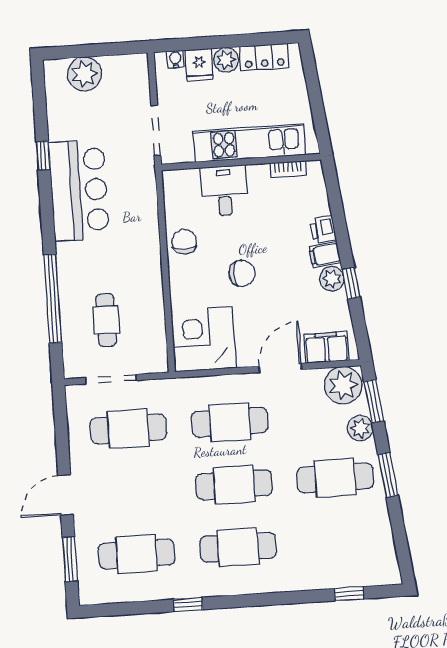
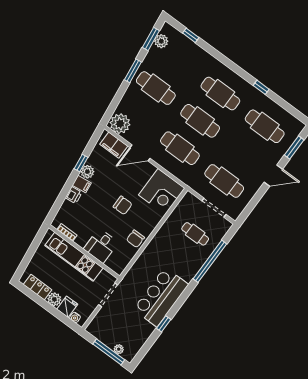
window: (87, 51) -> (109, 352), added
plant: (84, 74) -> (119, 349), width x0.53, depth x0.53
chair: (242, 273) -> (123, 205), turned 180
cafe table: (106, 320) -> (195, 234), turned 90
window: (374, 401) -> (151, 39), moved
plant: (360, 428) -> (161, 41), moved

